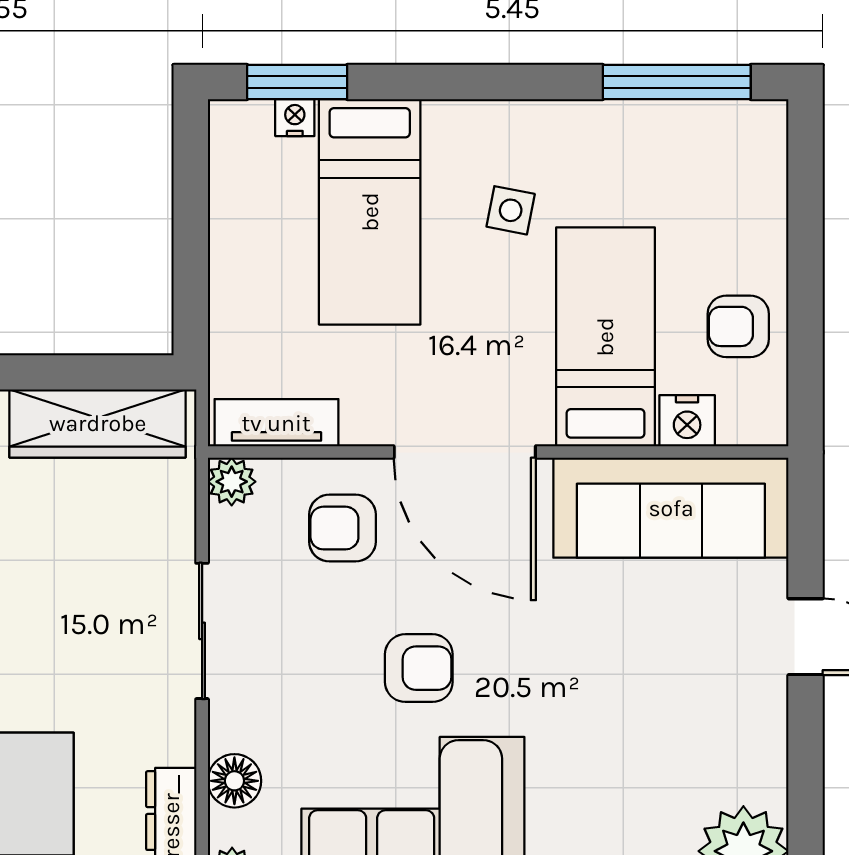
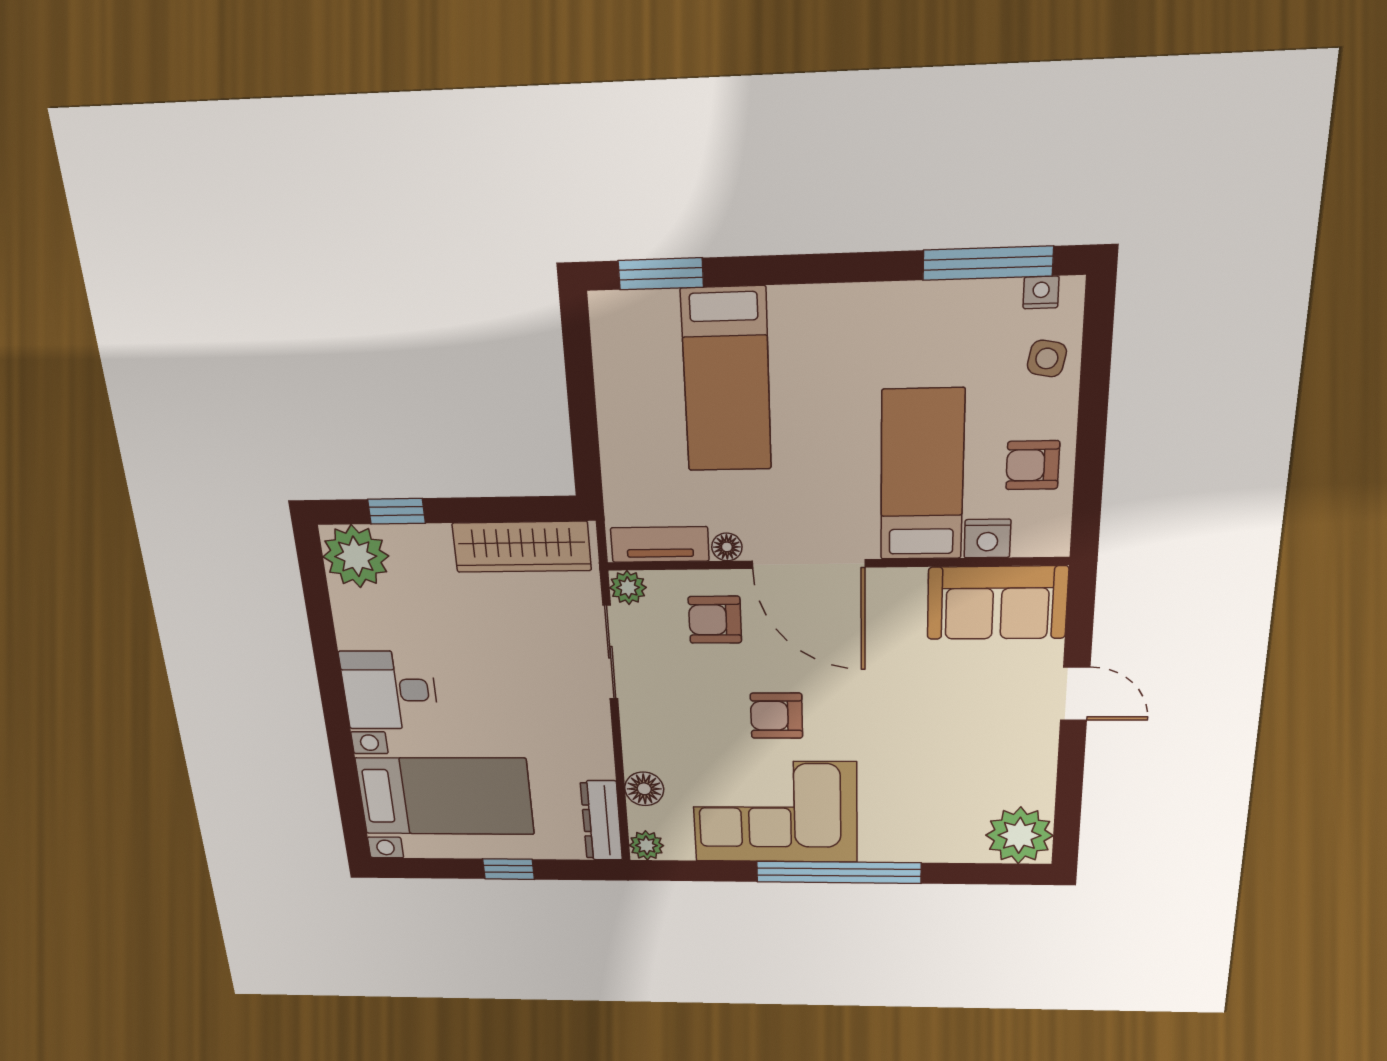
nightstand: (295, 118) -> (1041, 292), moved
side table: (511, 210) -> (1047, 358), moved
floor lamp: (362, 427) -> (727, 547), added
sofa: (671, 508) -> (997, 603), width x0.73
sliding door: (202, 631) -> (610, 652), moved
armchair: (419, 668) -> (777, 716), turned 180

